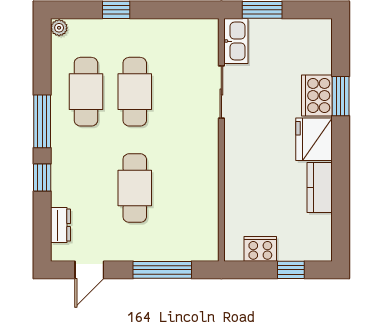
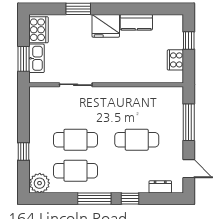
plant: (59, 28) -> (40, 183), width x1.88, depth x1.88
kitchen sink: (236, 41) -> (36, 58), moved, turned 90
cooker: (317, 96) -> (39, 30), moved, turned -90

